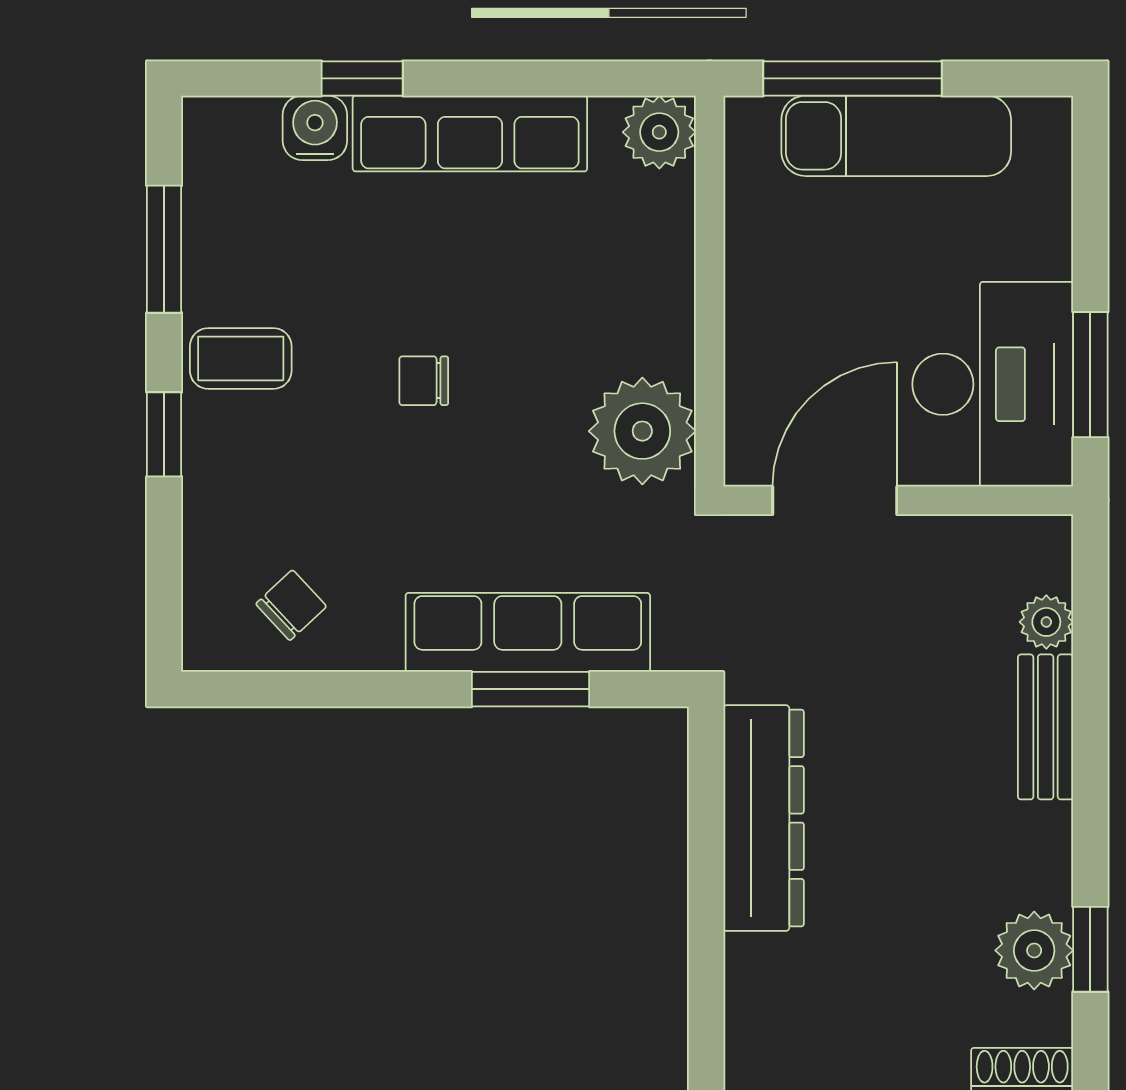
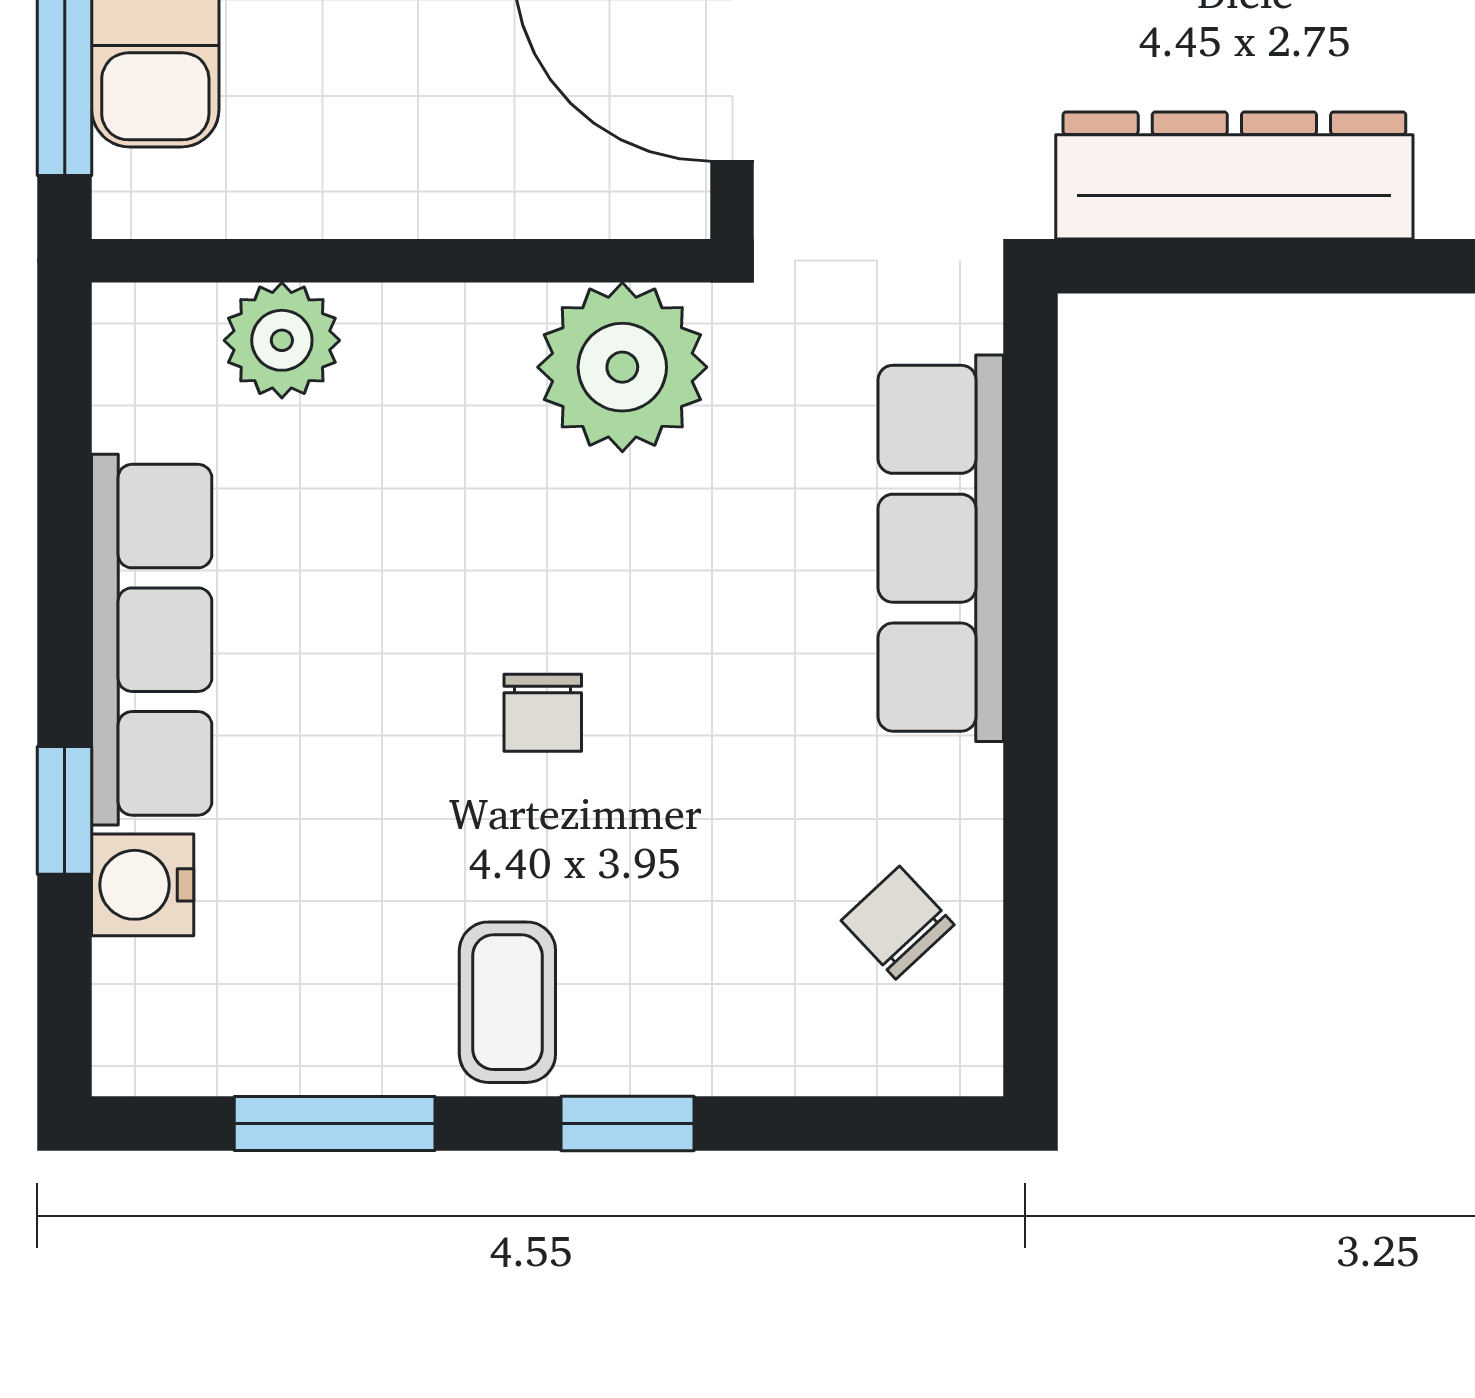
plant: (659, 132) -> (282, 340), moved
window: (530, 689) -> (1030, 544), removed

